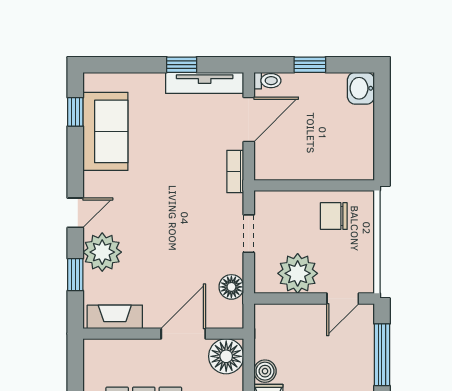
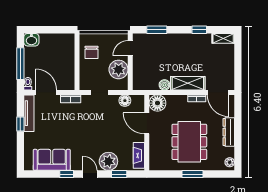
window: (310, 65) -> (20, 64), width x2.17
window: (75, 112) -> (67, 174), moved
door: (343, 299) -> (130, 48), swing flipped
window: (382, 355) -> (157, 30), width x0.69

